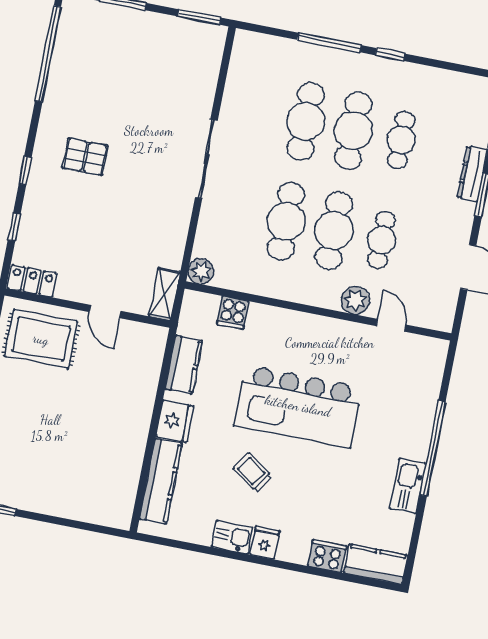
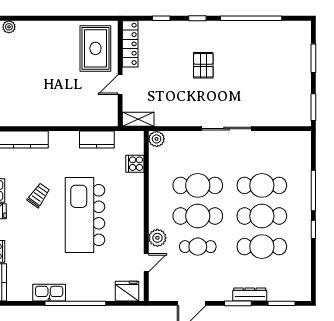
window: (48, 54) -> (251, 18), moved
cafe table: (401, 140) -> (262, 247), width x1.37, depth x1.35
pallet: (85, 157) -> (203, 65), moved
locker: (32, 281) -> (130, 44), width x1.53
fridge: (175, 421) -> (127, 291), moved, turned 180

